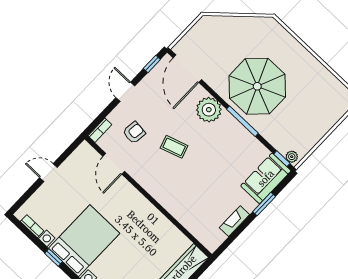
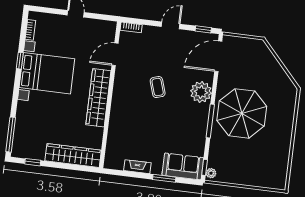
armchair: (134, 133) -> (147, 52), removed
wardrobe: (143, 210) -> (98, 98), added

